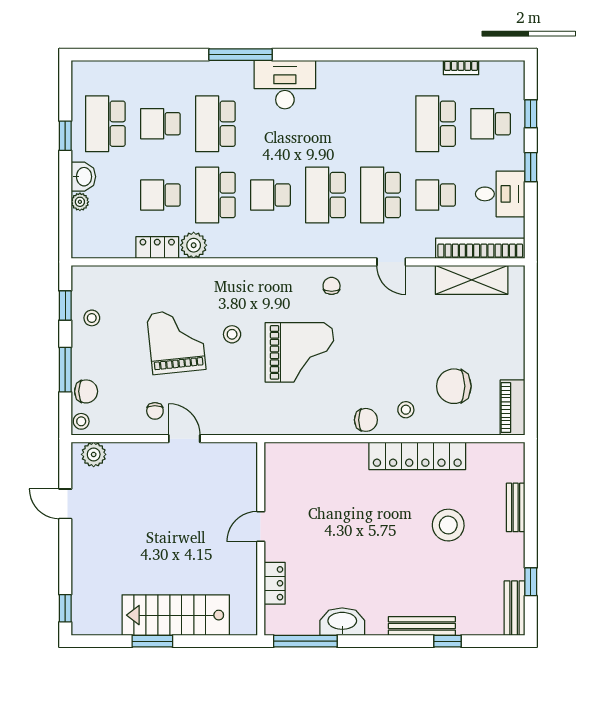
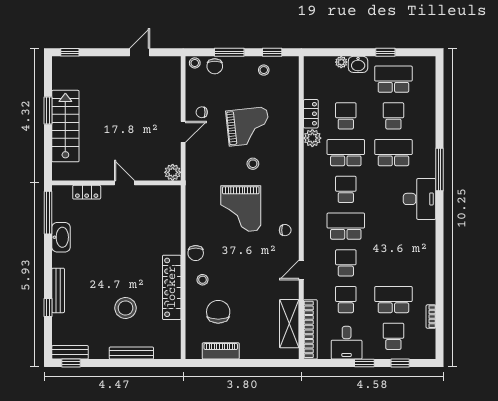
school desk: (381, 195) -> (346, 263), width x0.54
piano: (513, 408) -> (221, 351), moved
plant: (94, 454) -> (173, 172), moved
bench: (516, 507) -> (131, 353), width x1.36
window: (531, 582) -> (71, 363), moved

